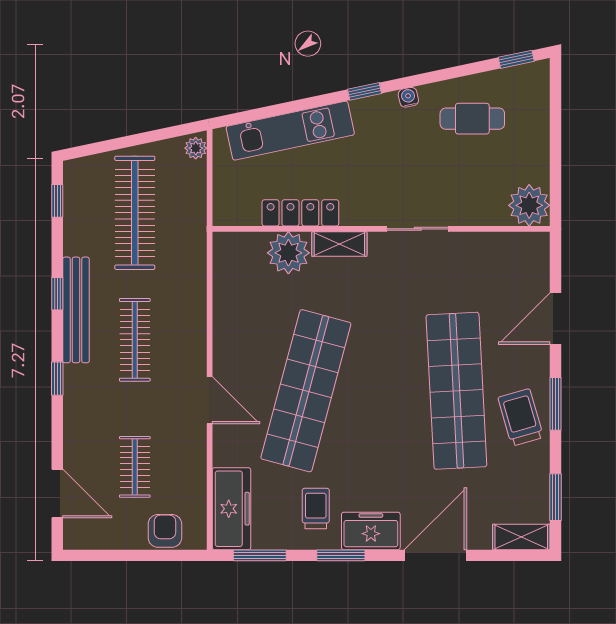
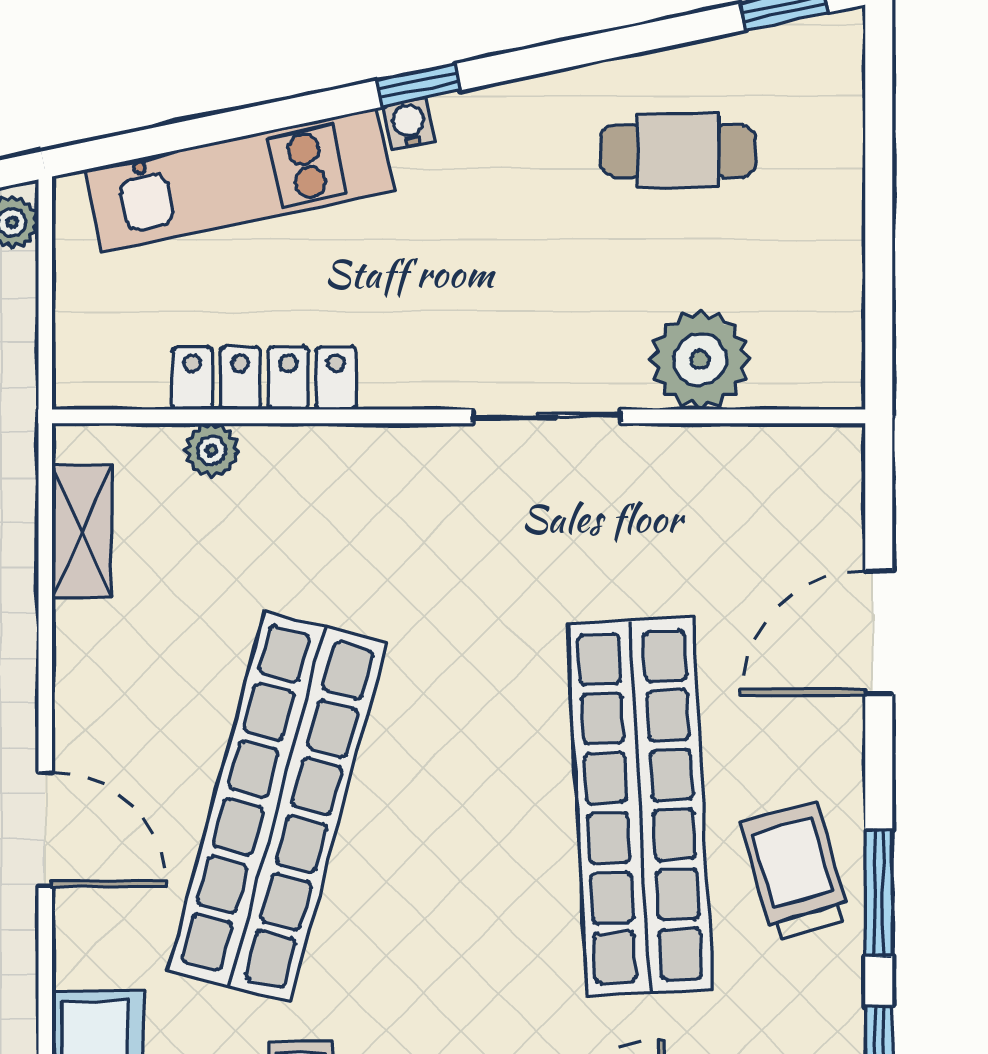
water cooler: (408, 97) -> (409, 124), moved
plant: (529, 205) -> (700, 360), moved
shelving: (339, 244) -> (82, 531), moved, turned 90
plant: (288, 253) -> (212, 450), width x0.53, depth x0.53
window: (556, 404) -> (879, 893), moved

